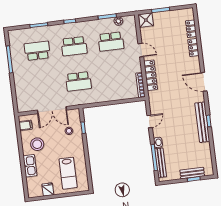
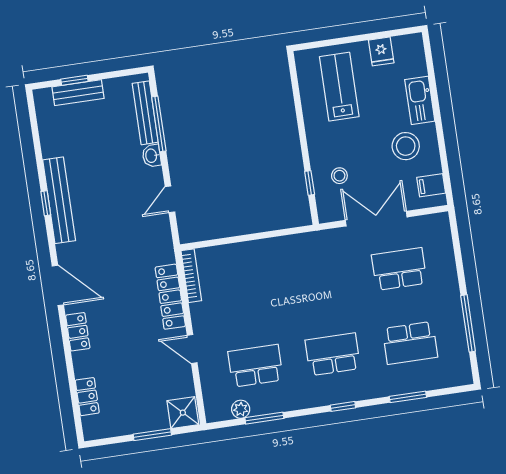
locker: (193, 48) -> (78, 332), moved
school desk: (78, 81) -> (399, 269), moved

